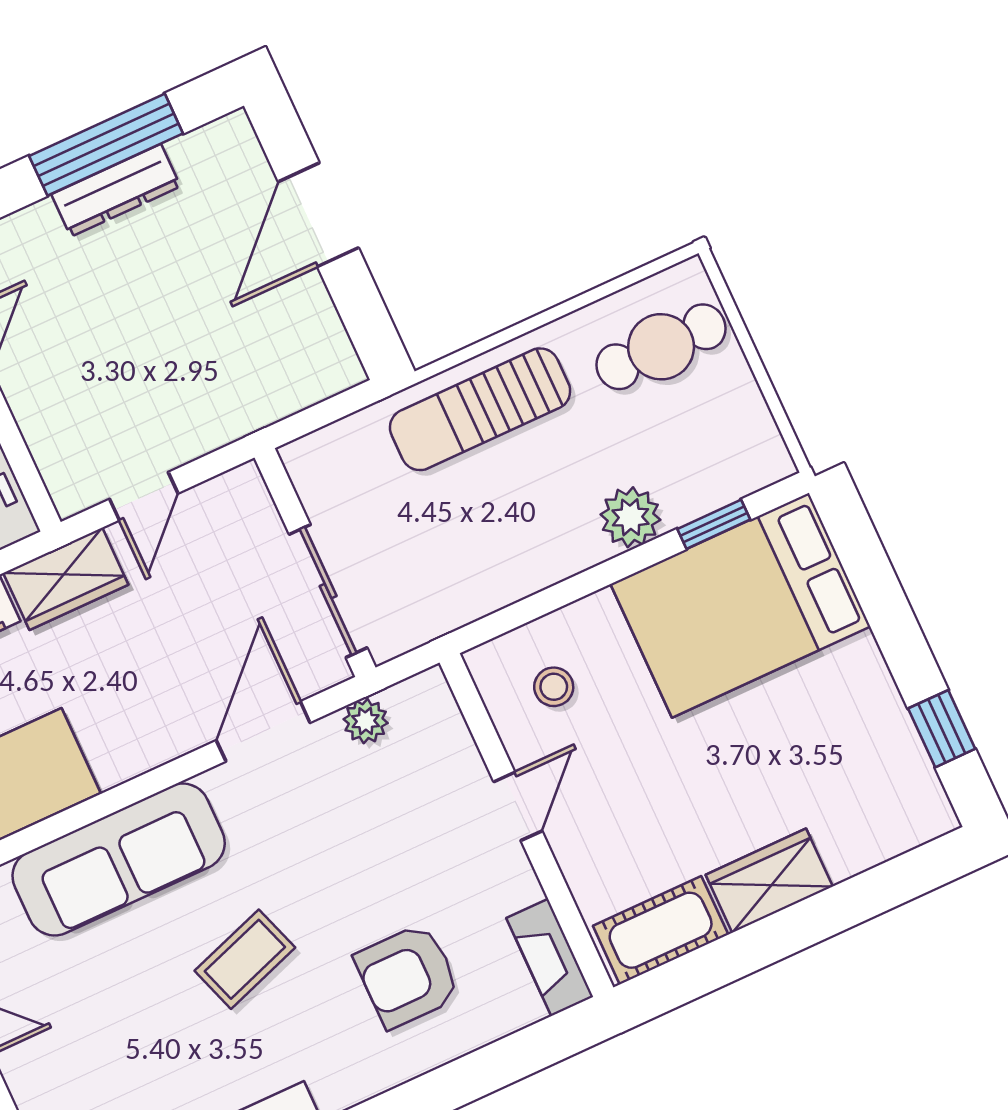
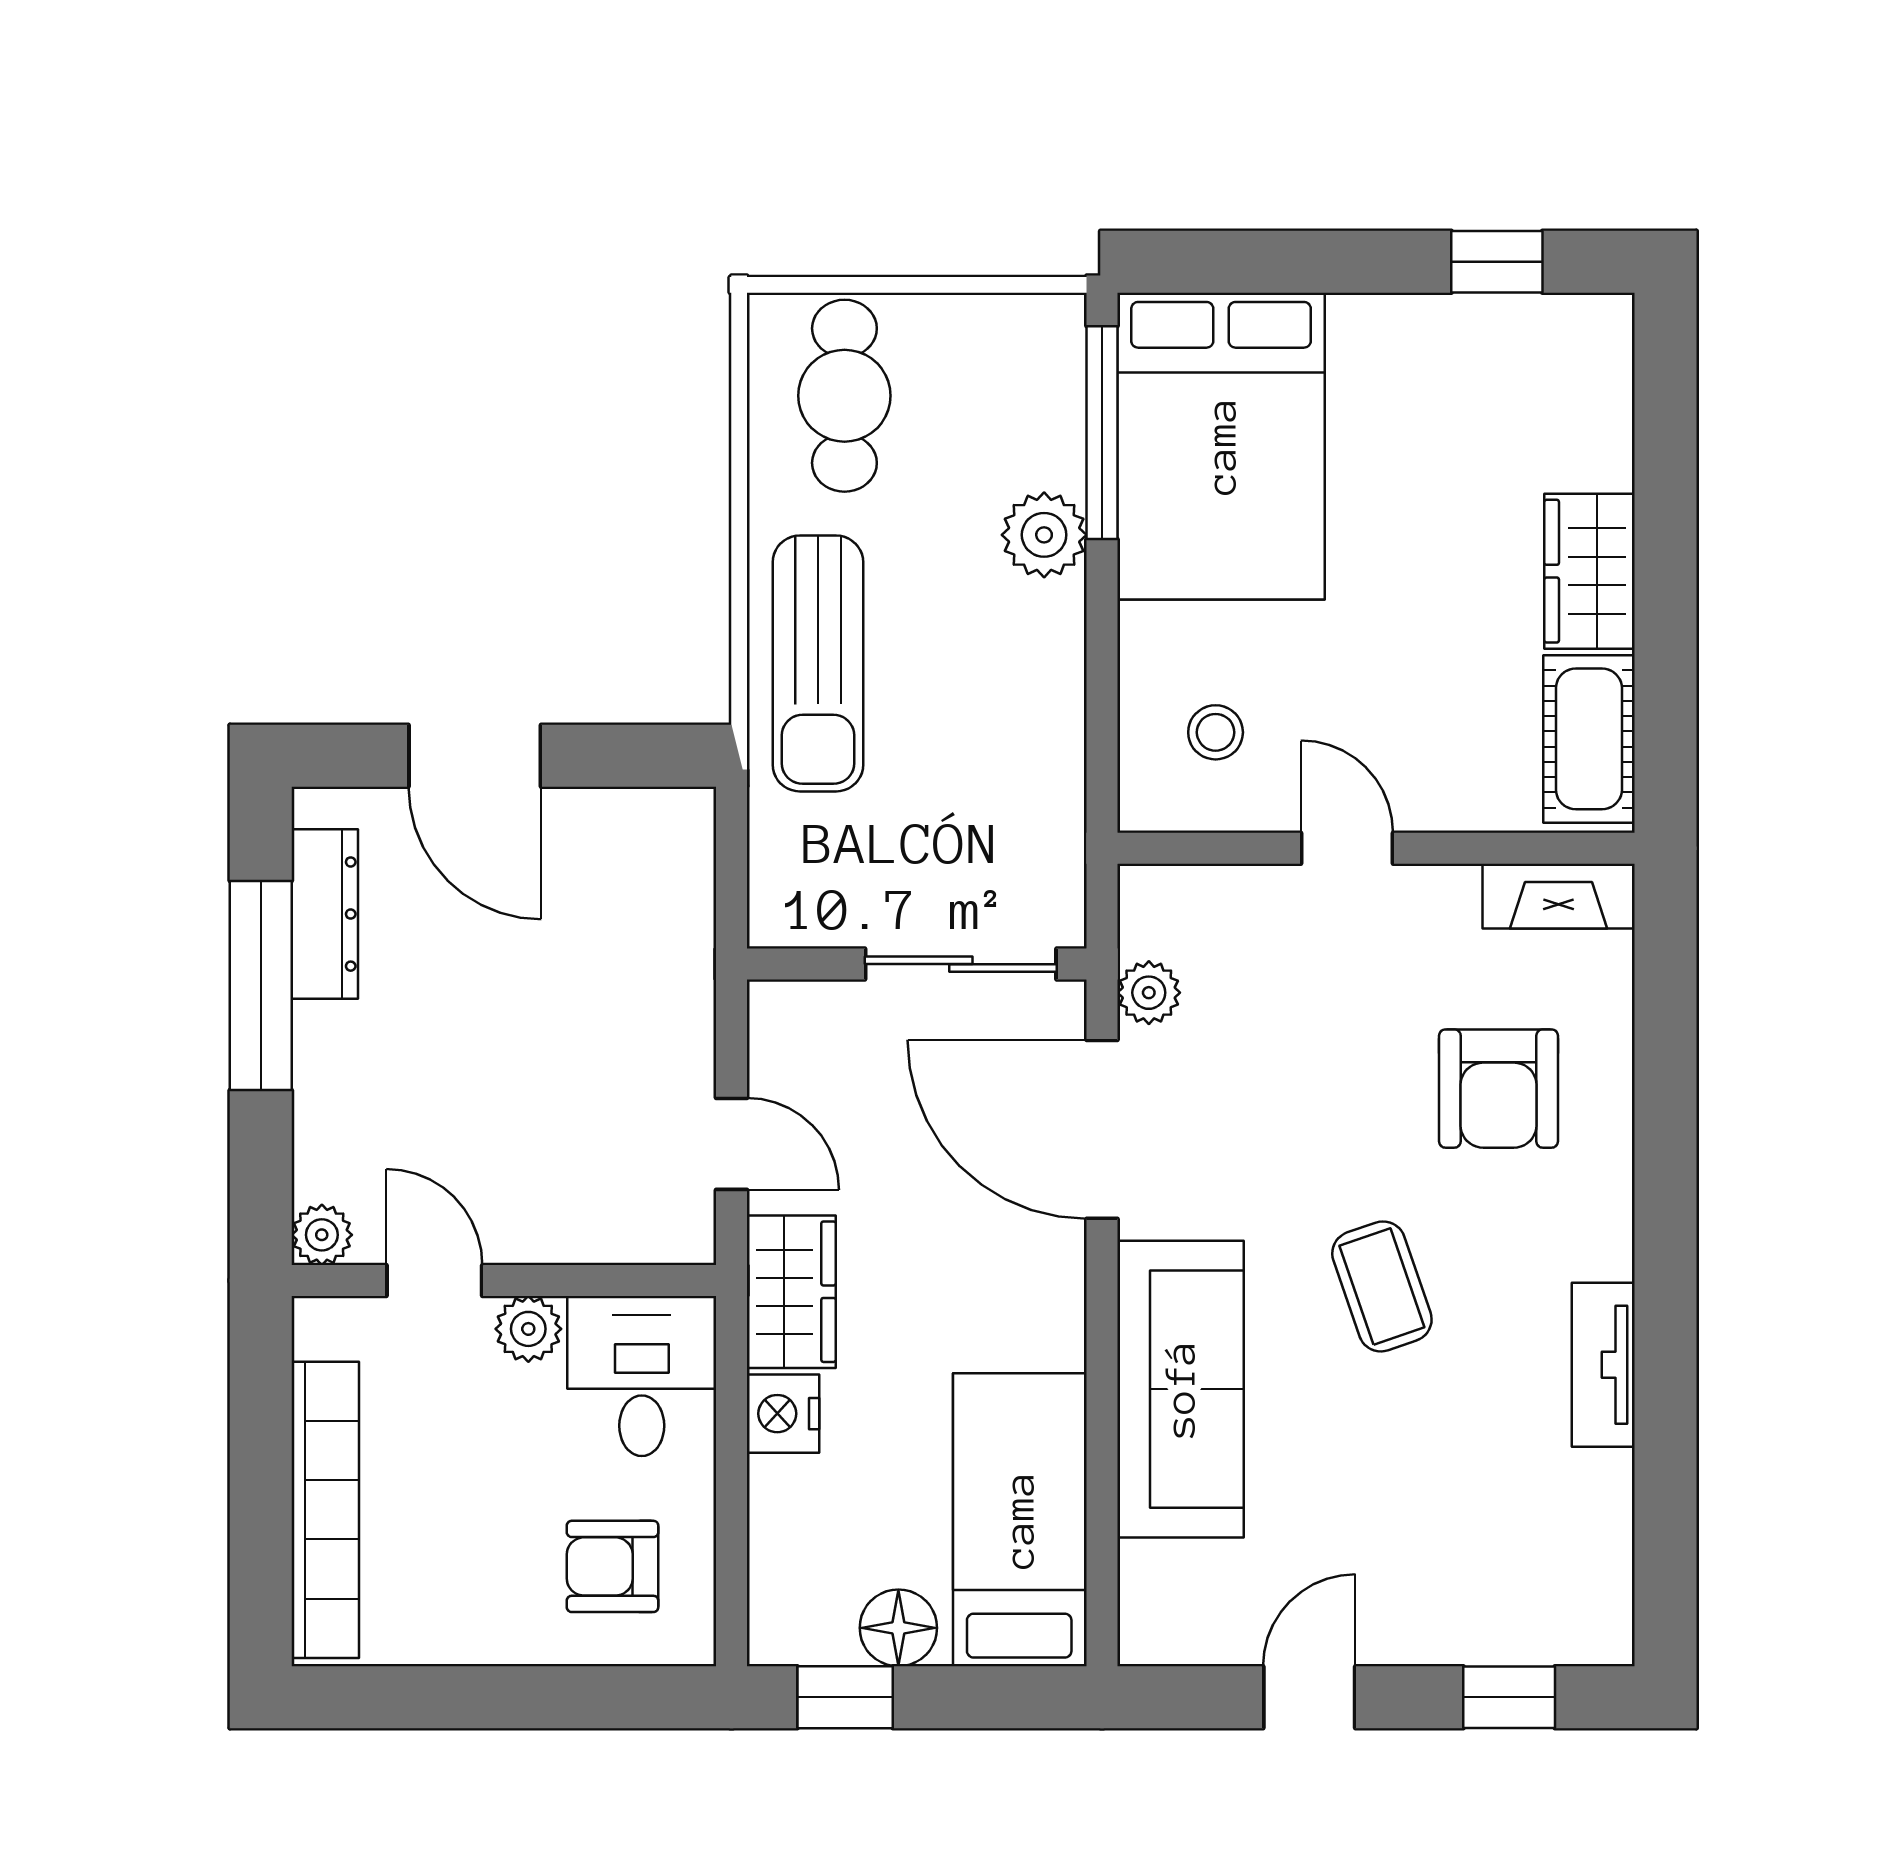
dresser: (116, 190) -> (325, 914), moved
window: (714, 524) -> (1102, 433), width x2.17
door: (263, 731) -> (1102, 1129), width x1.36

